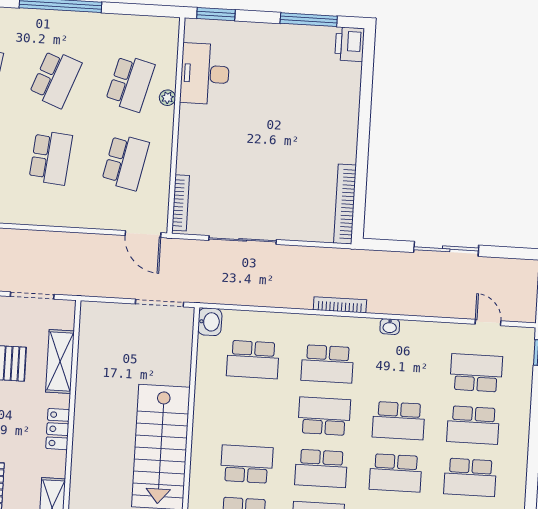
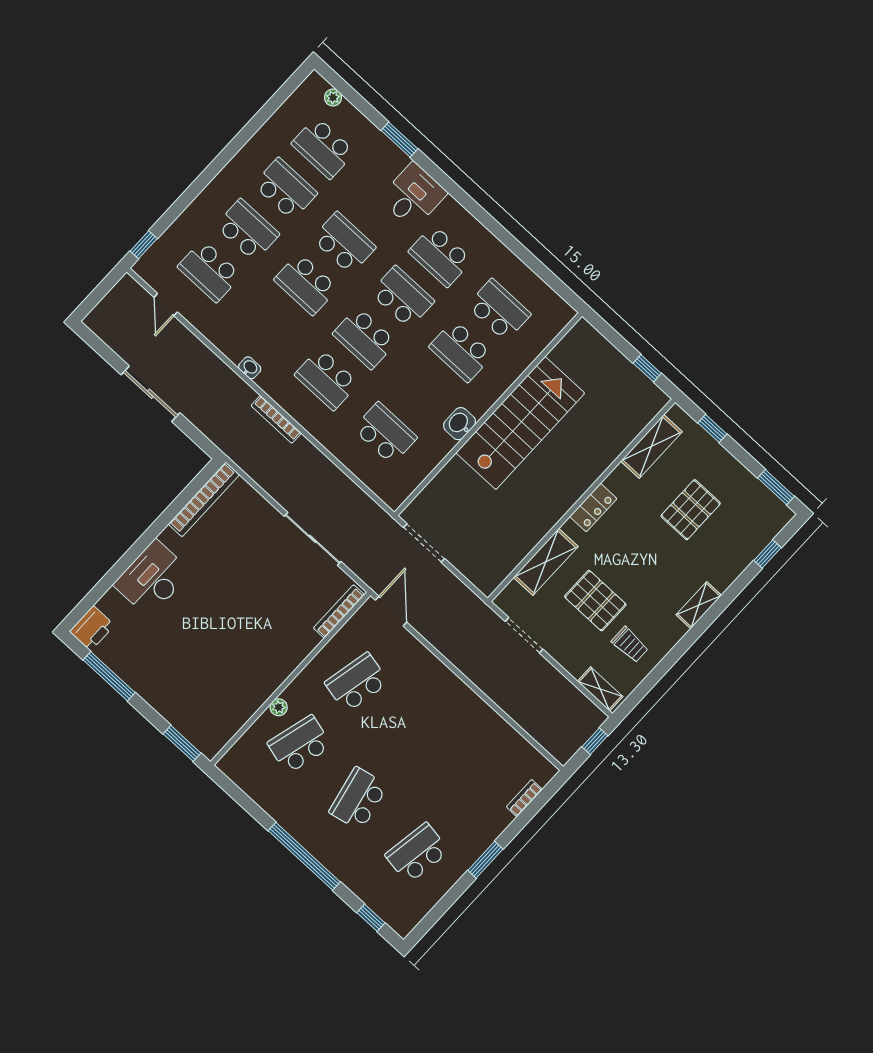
desk: (205, 74) -> (152, 578), moved, turned 180
school desk: (55, 79) -> (358, 799), turned -33
school desk: (51, 158) -> (416, 737), removed
washbasin: (210, 322) -> (460, 424), moved
school desk: (327, 364) -> (327, 379), turned 180
school desk: (399, 421) -> (306, 284), turned 180

